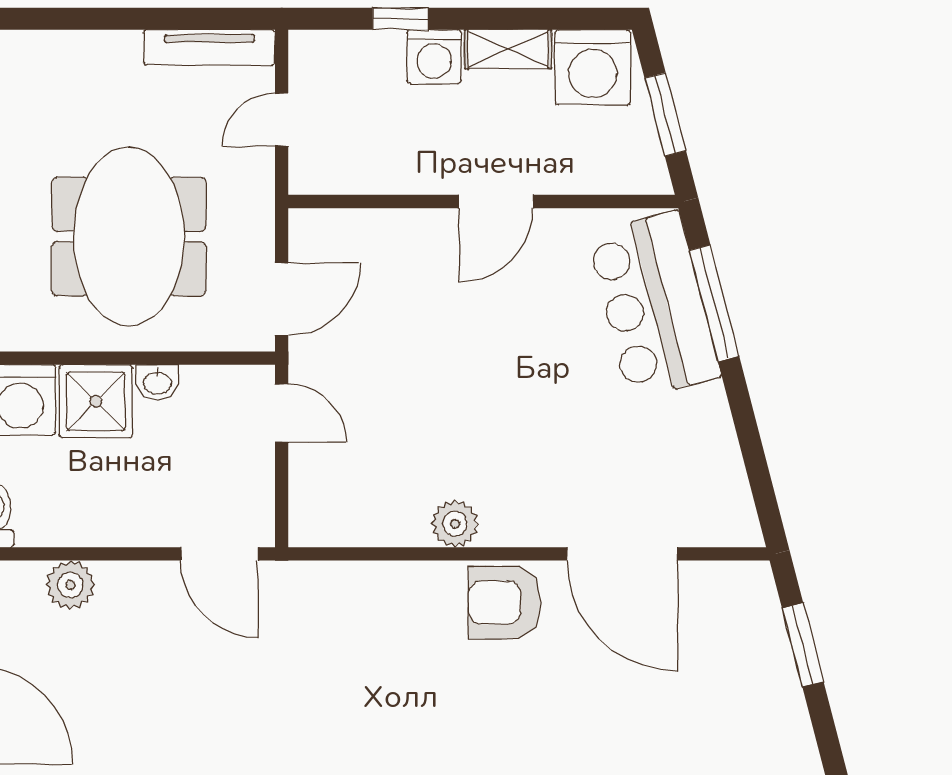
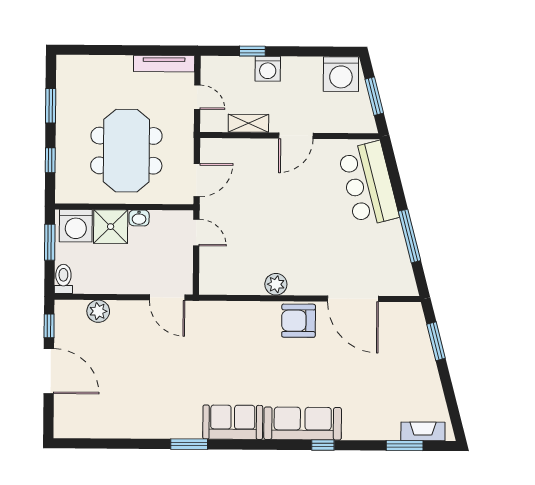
shelving: (508, 49) -> (248, 123), moved
door: (282, 119) -> (197, 97), swing flipped
window: (714, 303) -> (409, 236), moved

